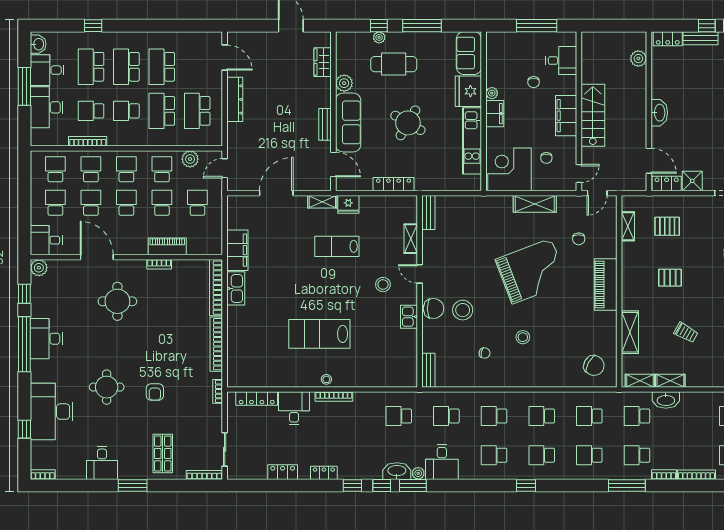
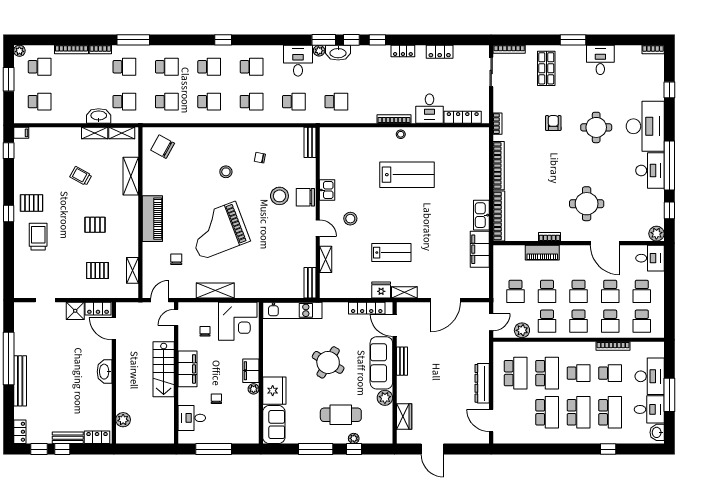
kitchen unit: (472, 141) -> (292, 310), moved, turned 90
locker: (394, 184) -> (367, 308), moved
desk: (52, 412) -> (645, 126), moved

